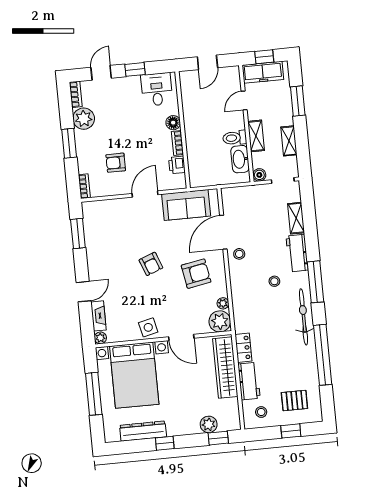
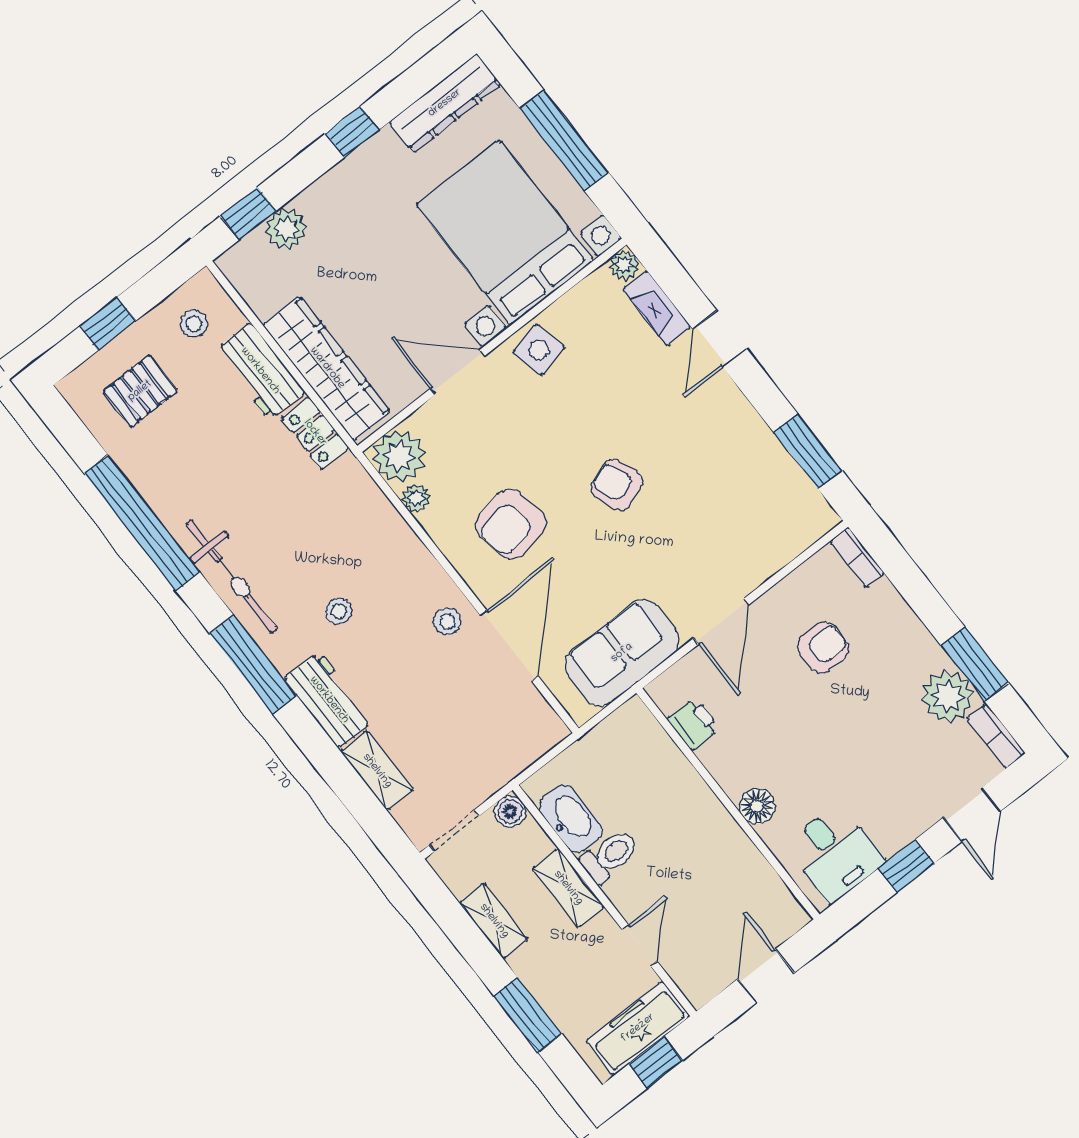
window: (69, 143) -> (974, 664), moved
bookcase: (177, 143) -> (721, 770), removed
dresser: (143, 431) -> (445, 103), moved

